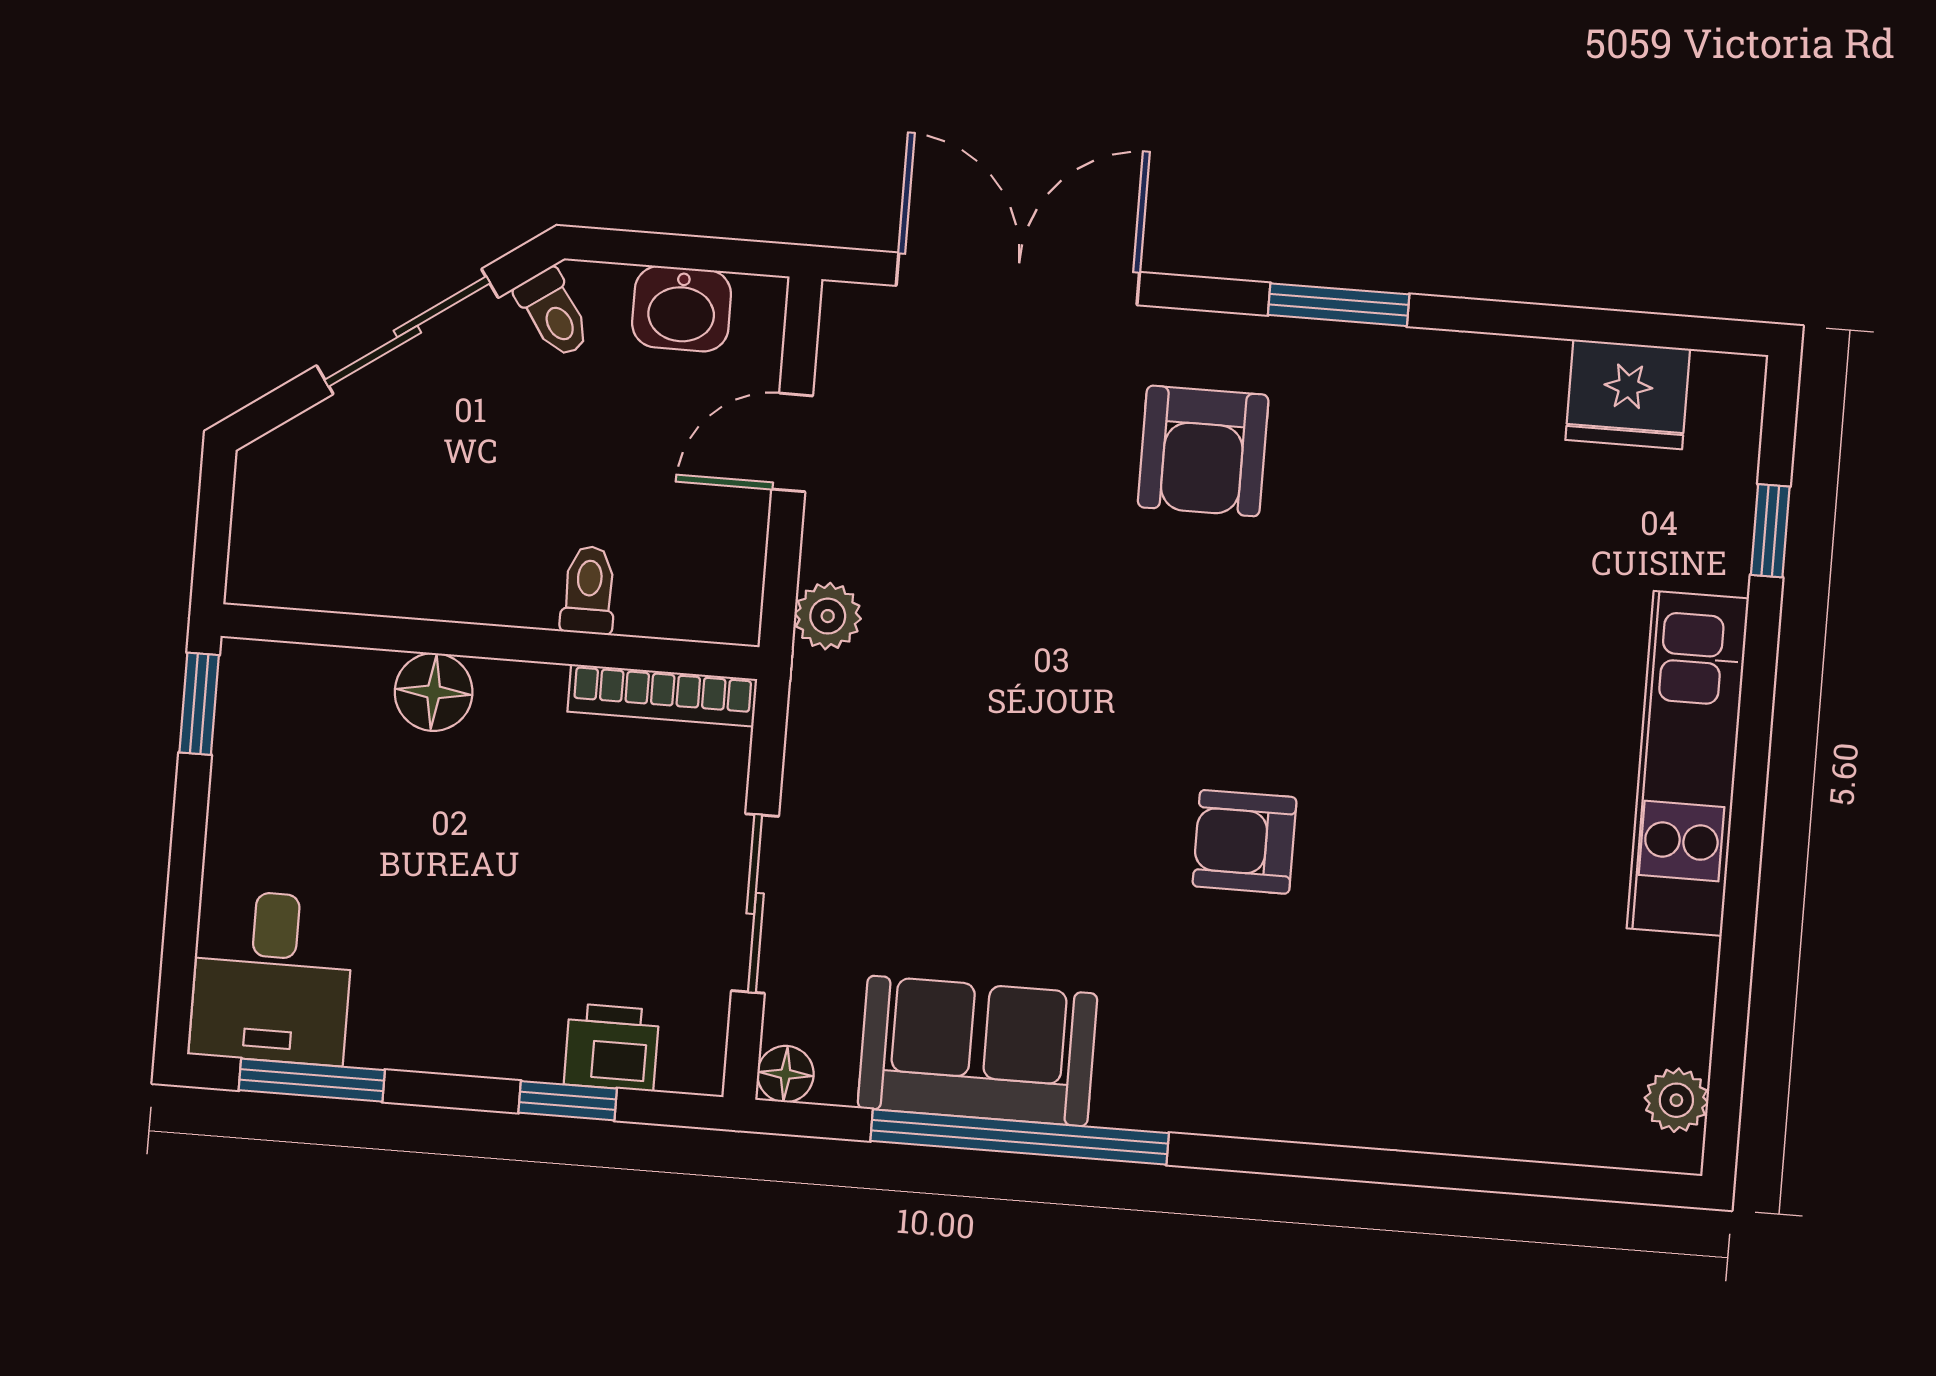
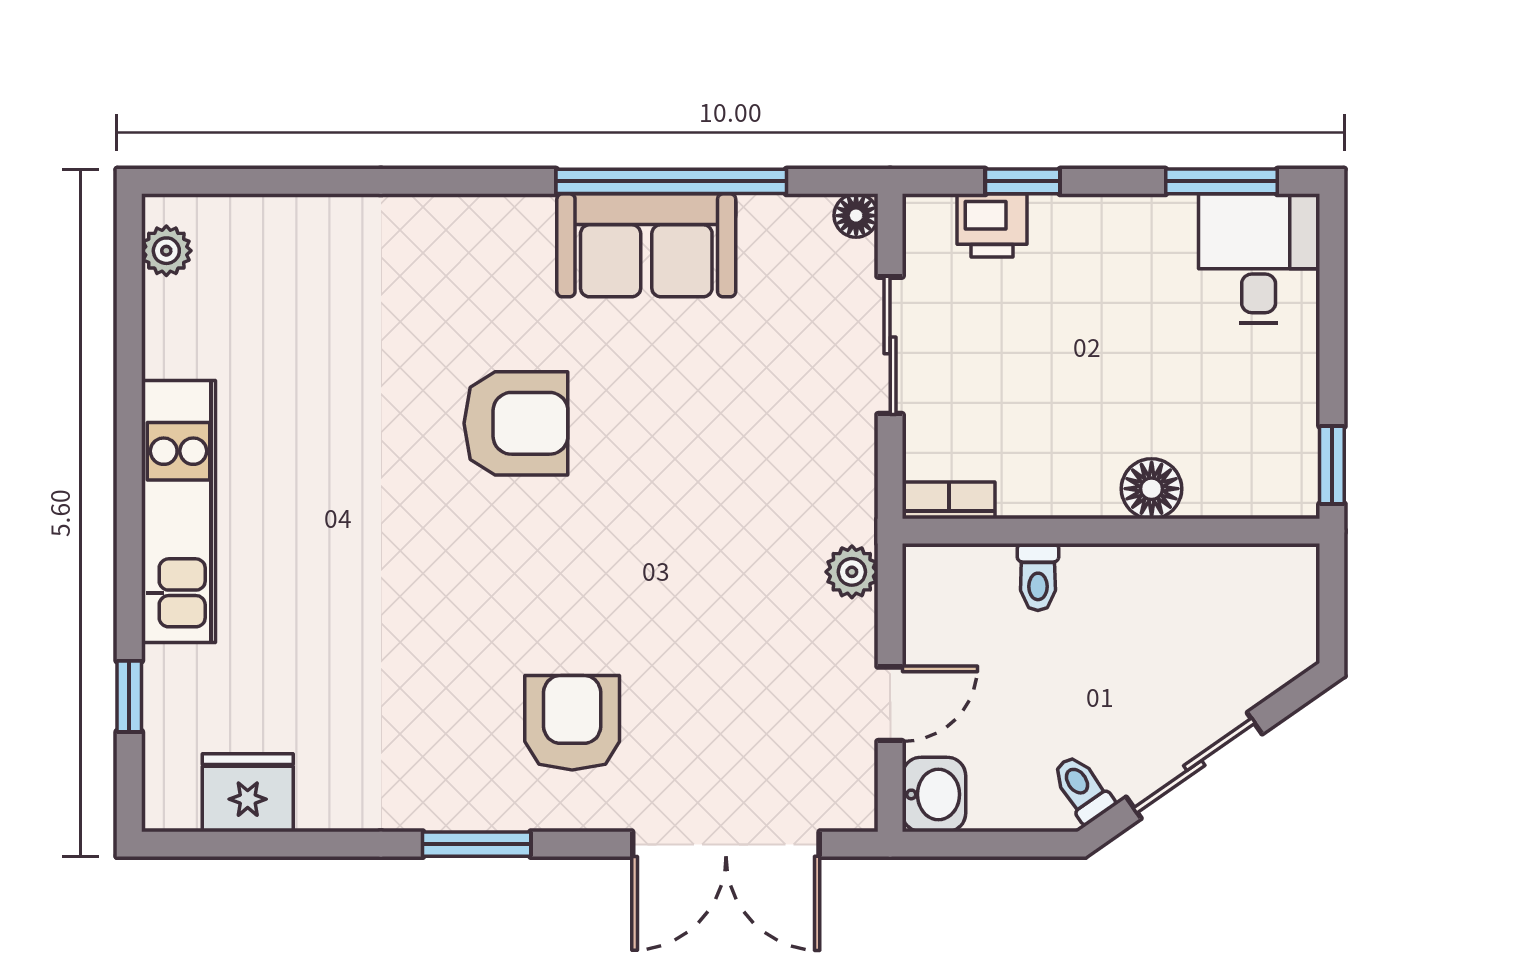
washbasin: (682, 309) -> (934, 794), moved, turned 90
bookcase: (662, 695) -> (949, 500), width x0.64
armchair: (1245, 842) -> (516, 423), width x1.38, depth x1.38
sofa: (977, 1051) -> (646, 245), moved

